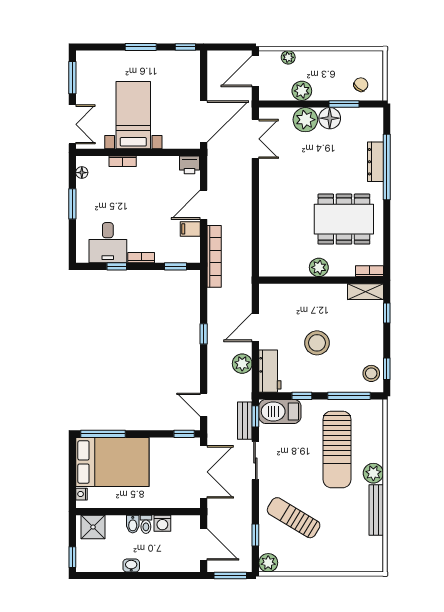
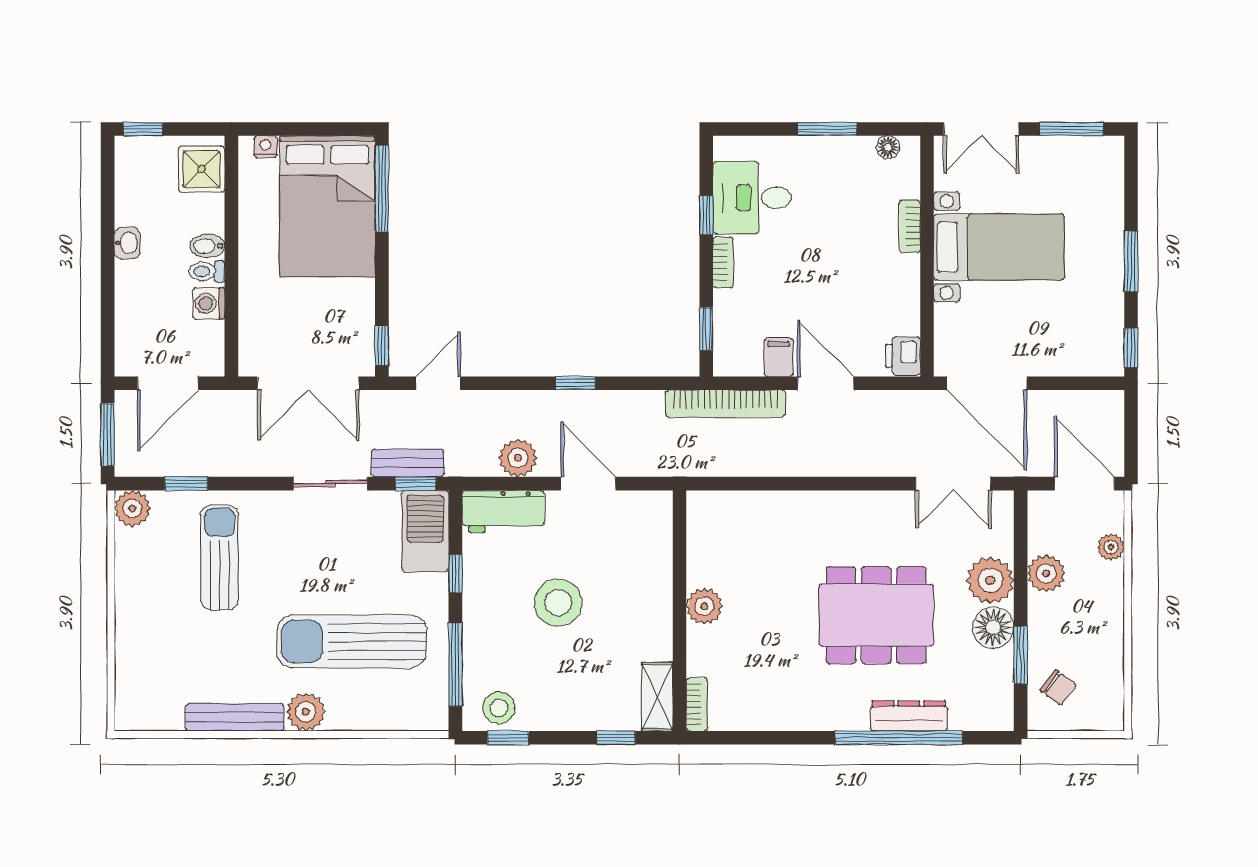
dining table: (344, 219) -> (876, 615), moved, turned 90
sun lounger: (294, 518) -> (220, 557), turned -31

